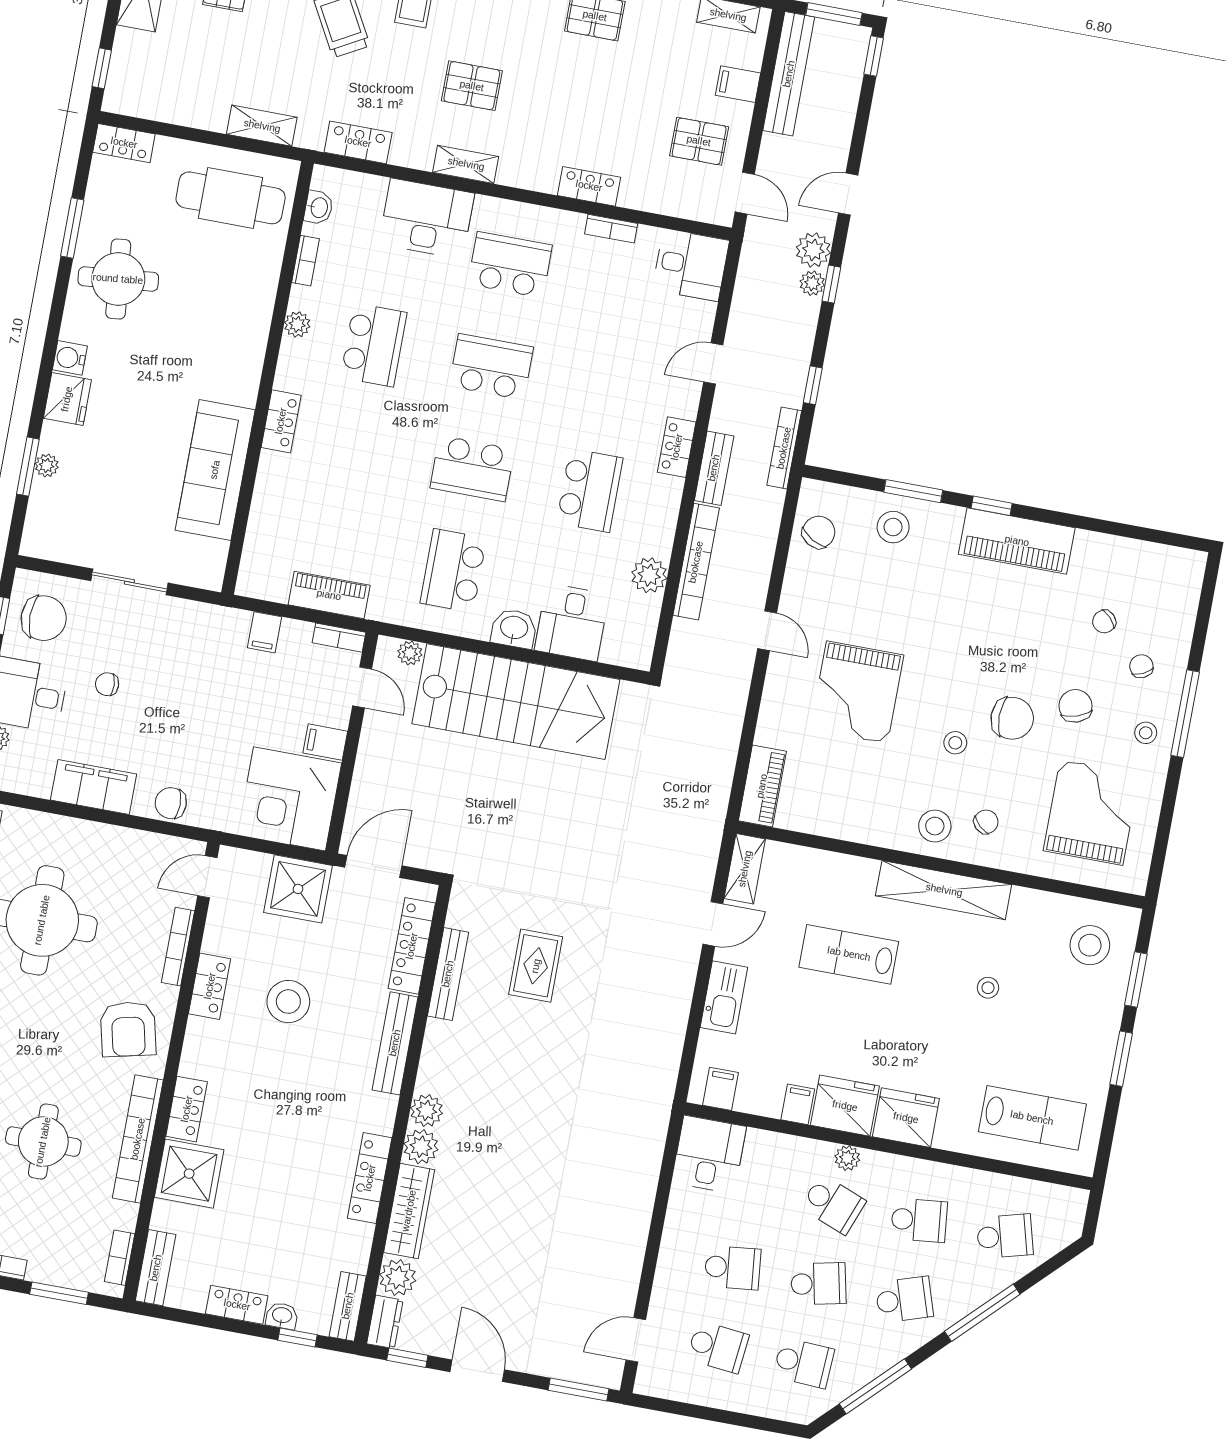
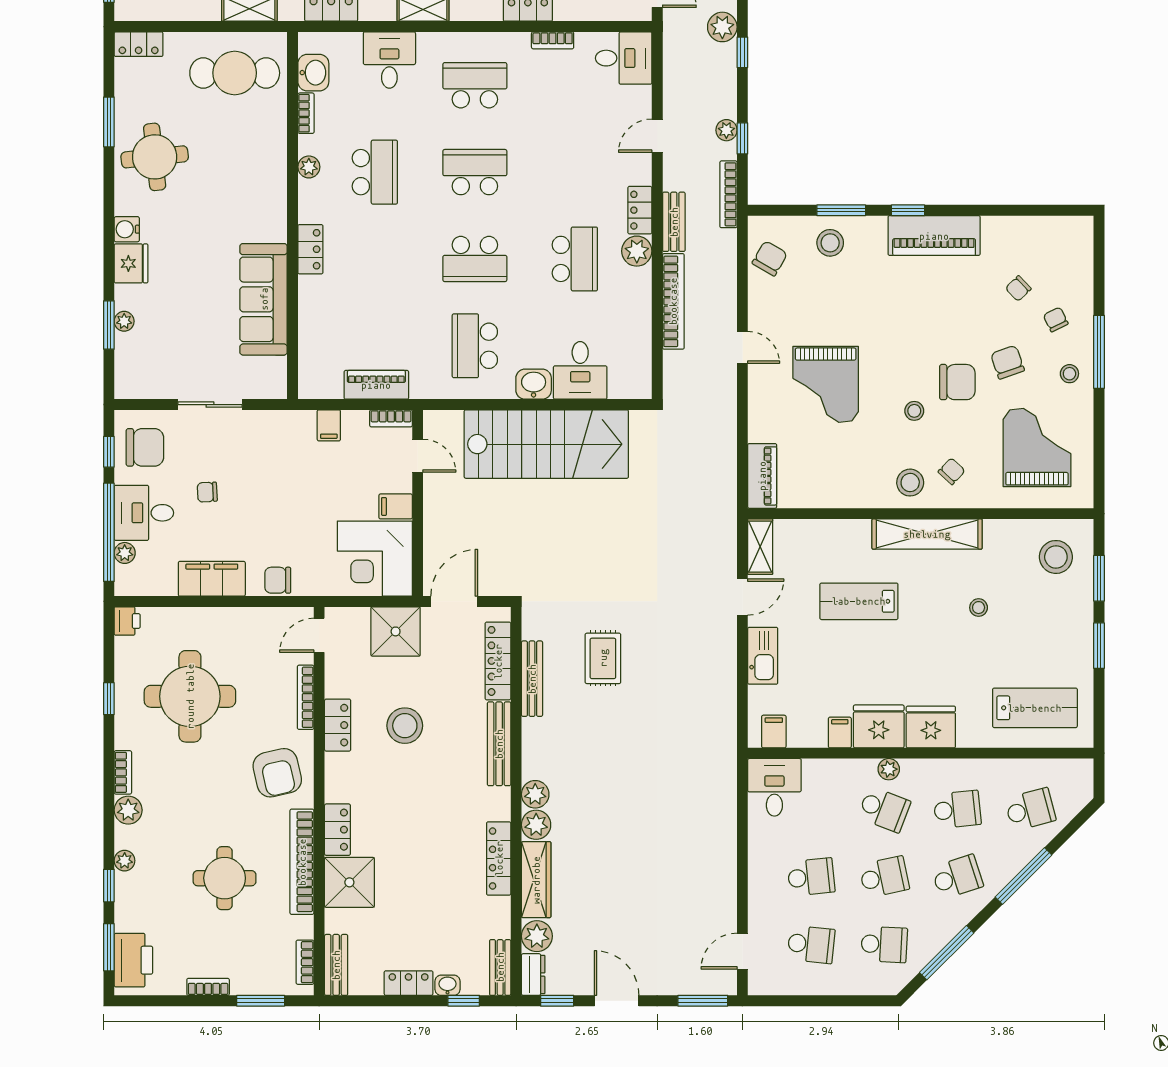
washbasin: (319, 208) -> (313, 73), width x1.38, depth x1.45
desk: (427, 218) -> (389, 60), width x0.73
plant: (812, 283) -> (726, 130), moved
plant: (649, 575) -> (637, 251), moved
plant: (410, 653) -> (452, 420), removed

